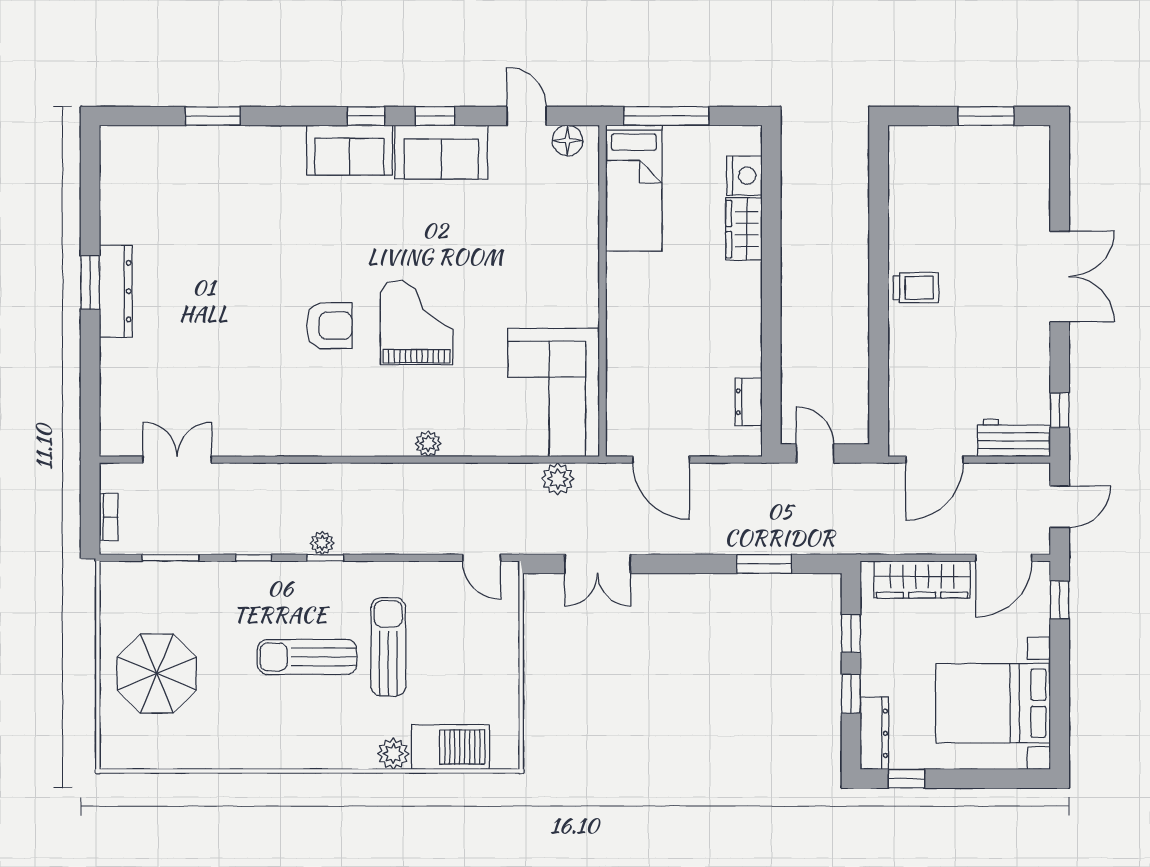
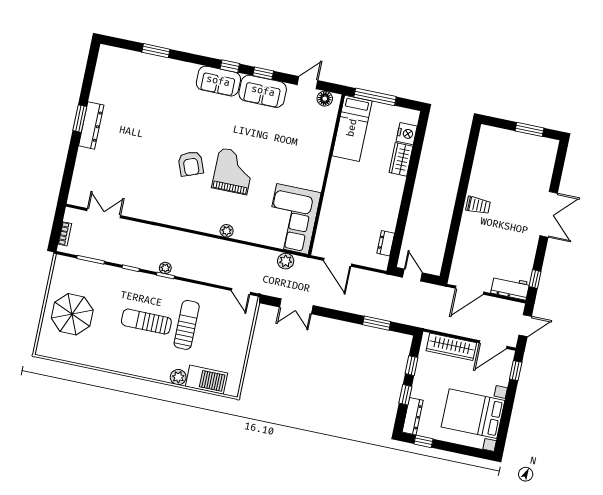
door: (527, 116) -> (307, 83), hinge flipped
armchair: (329, 326) -> (191, 164), turned 69

